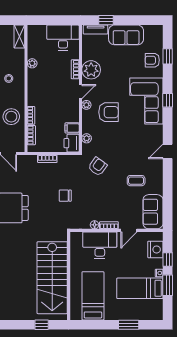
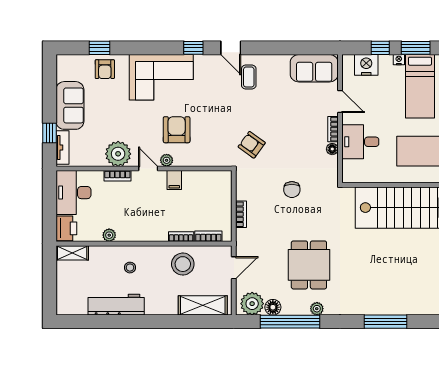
window: (168, 100) -> (193, 48), moved
filing cabinet: (72, 128) -> (174, 180), moved
plant: (87, 138) -> (213, 160), removed
printer: (72, 143) -> (66, 228), moved, turned -90
coffee table: (136, 181) -> (249, 77), moved
desk: (100, 245) -> (360, 142), width x0.73

